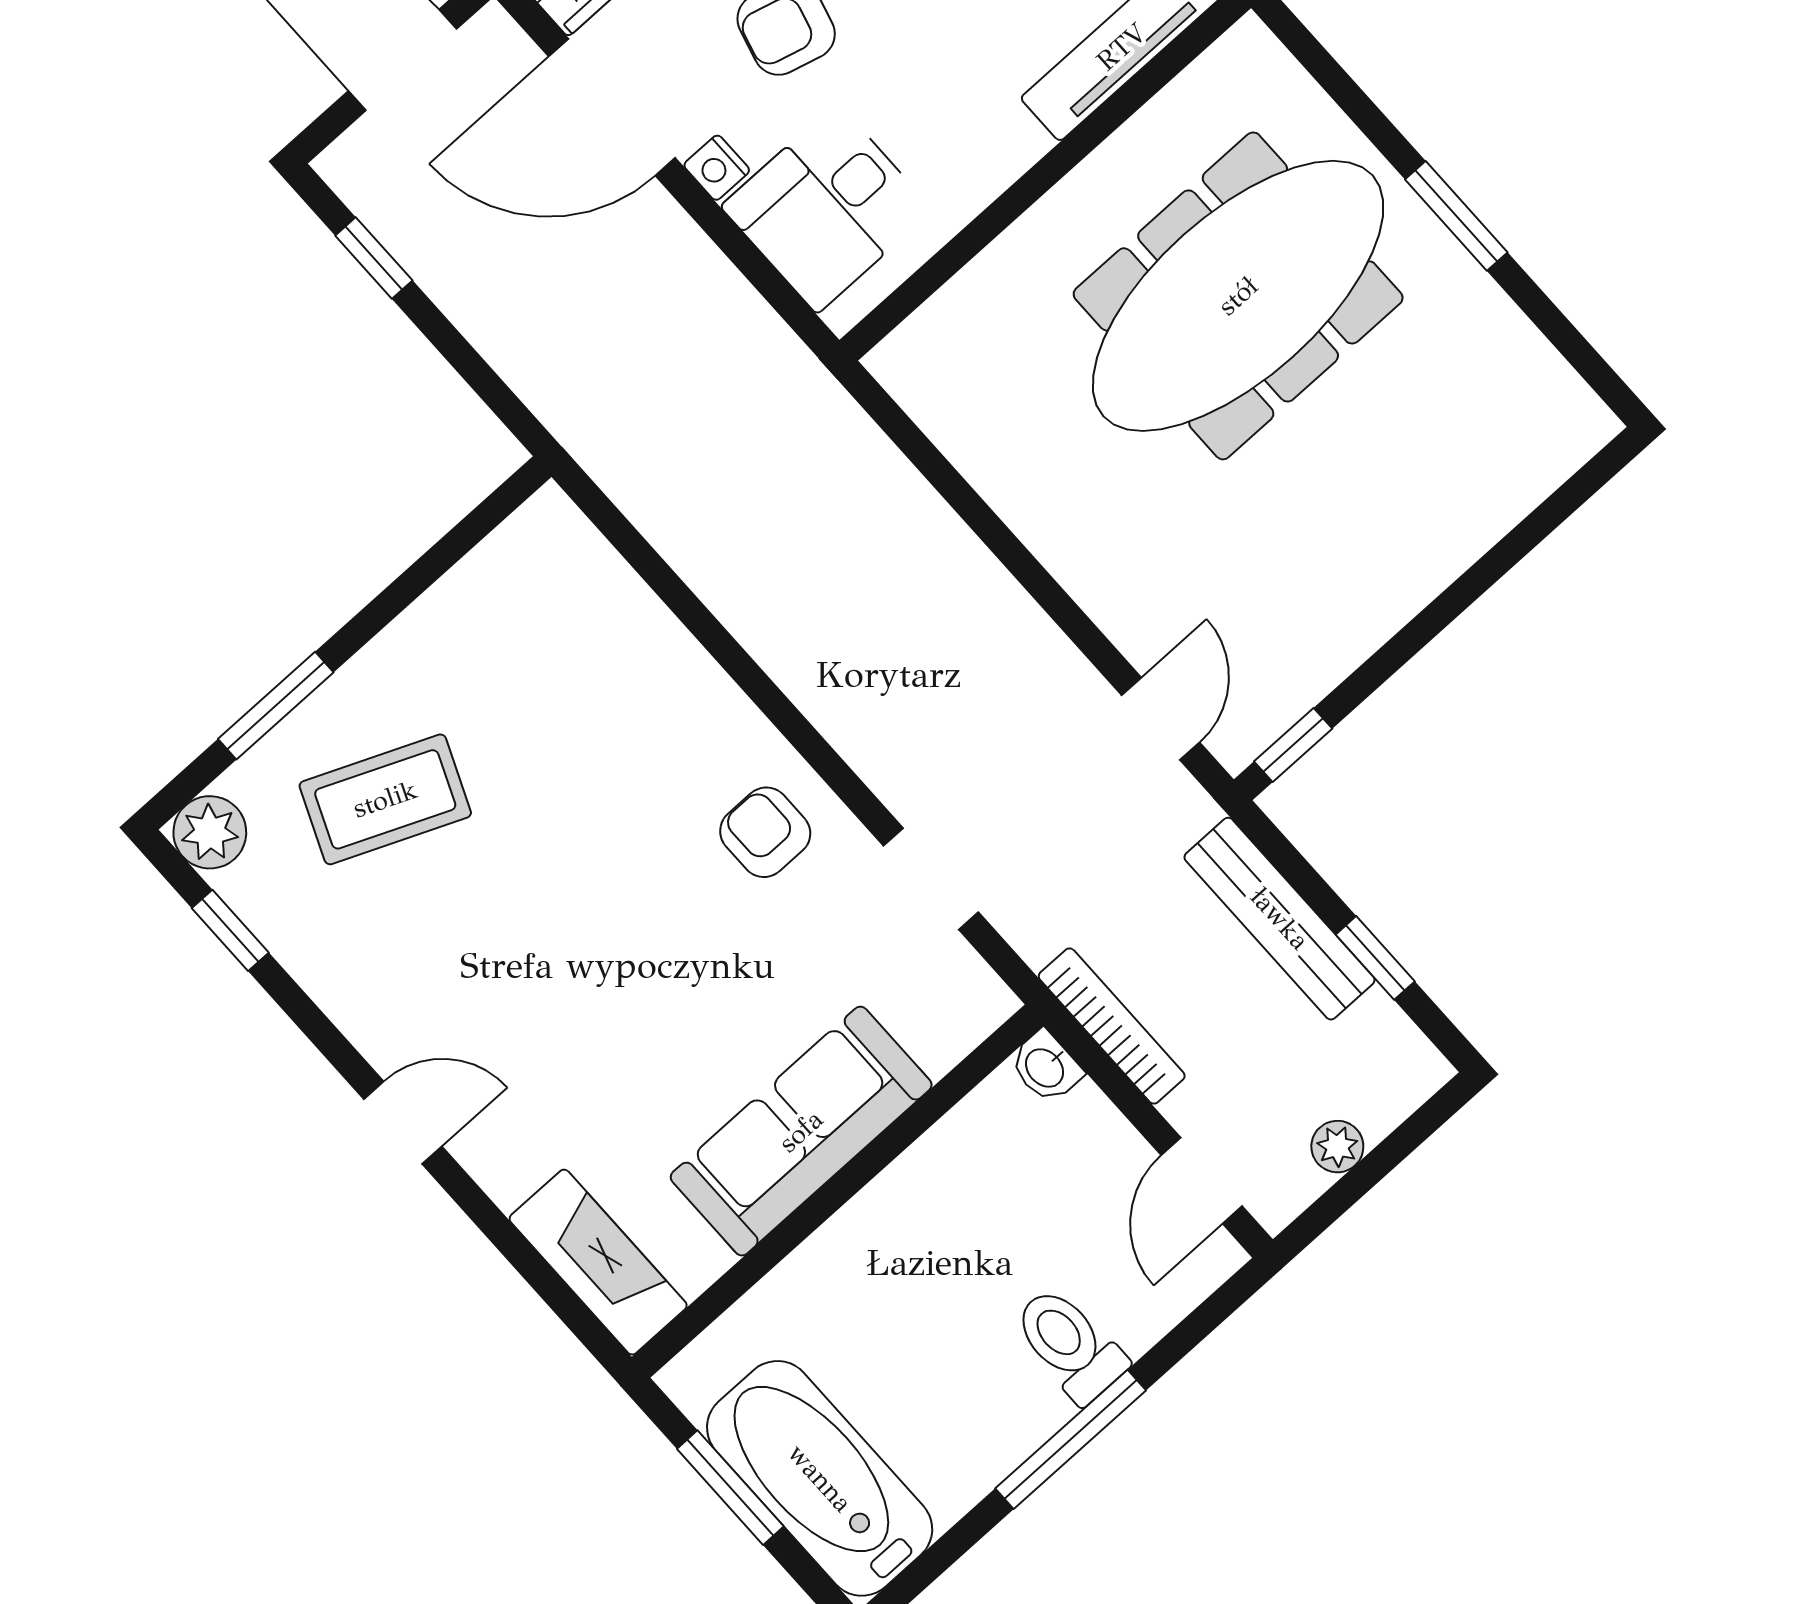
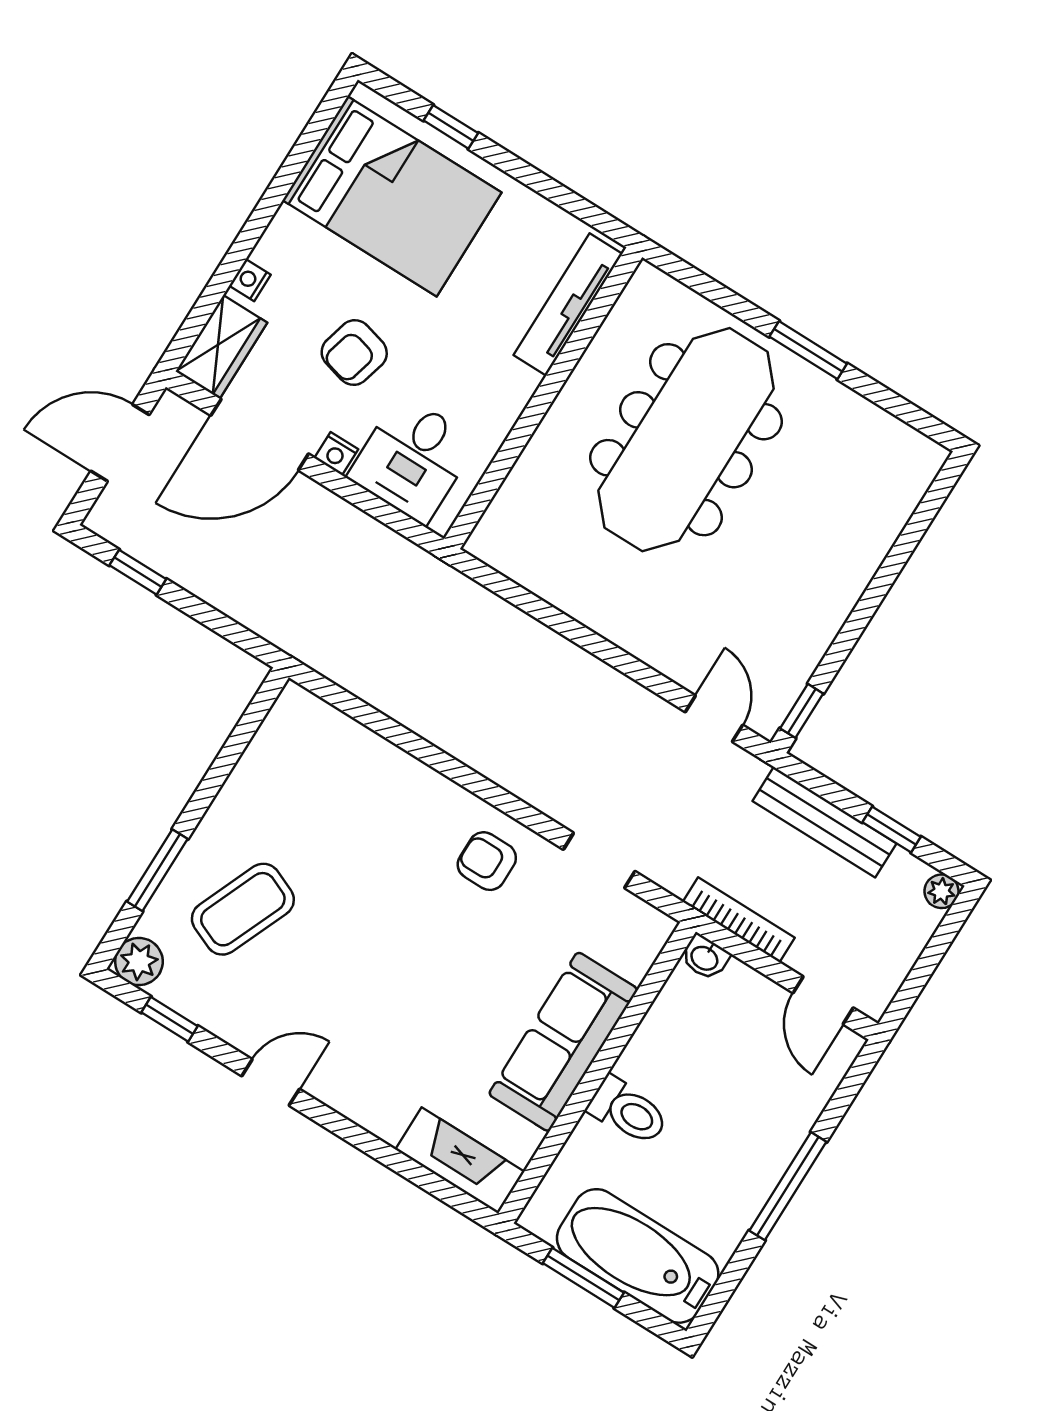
door: (403, 1123) -> (271, 1082), moved
plant: (1337, 1147) -> (941, 891), moved
toilet: (1069, 1344) -> (628, 1111), moved, turned 180

